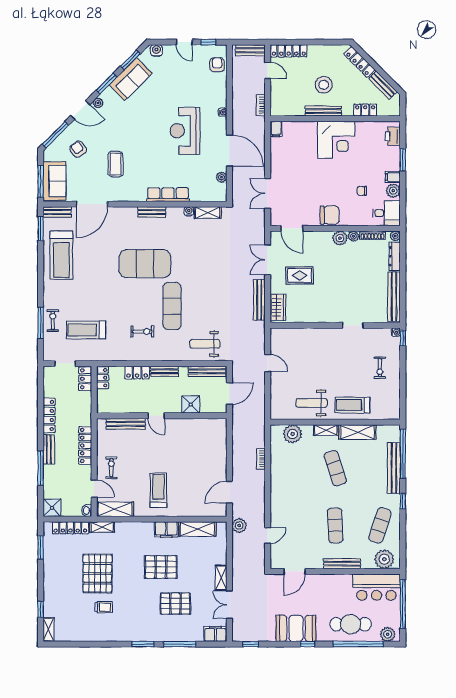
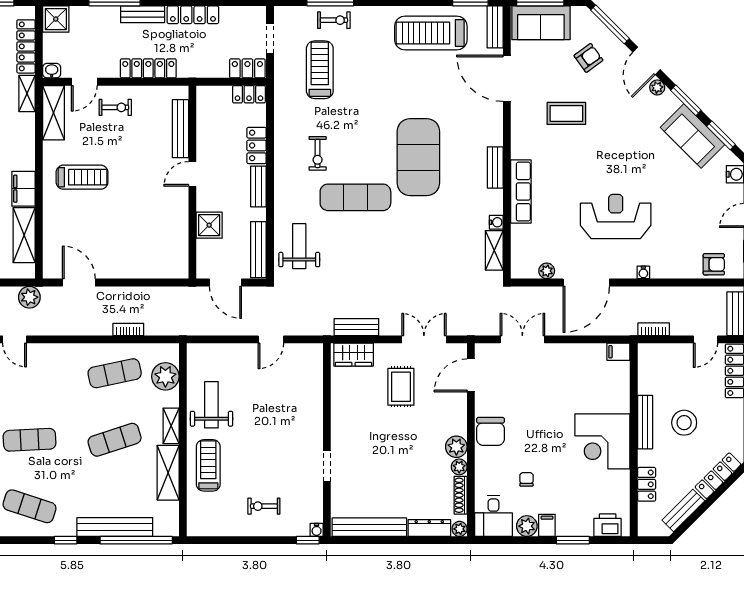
bench: (259, 300) -> (356, 327), width x0.73
exercise mat: (290, 468) -> (115, 373), added

